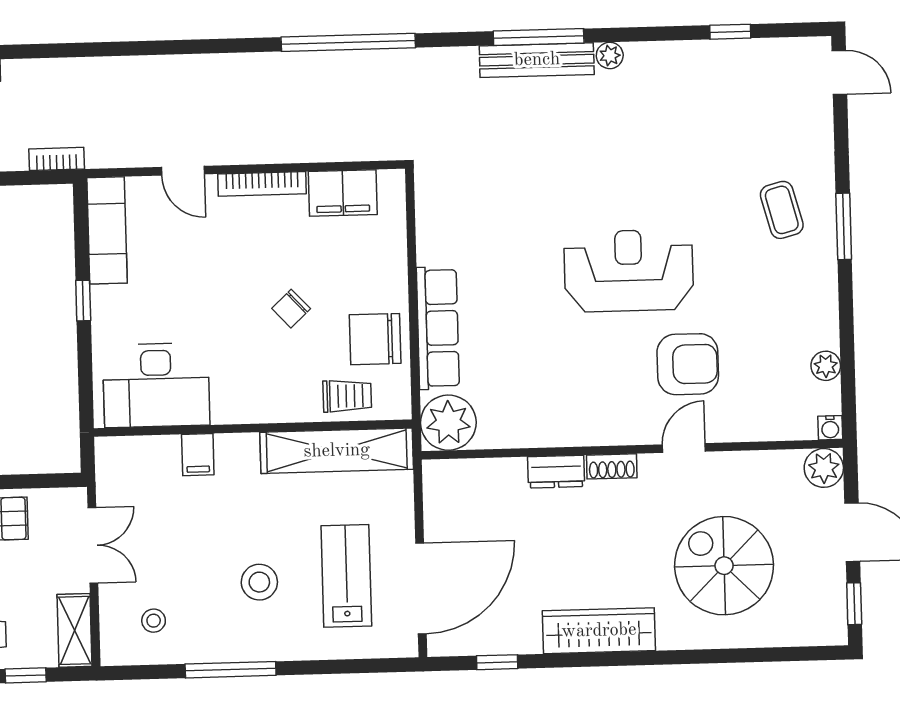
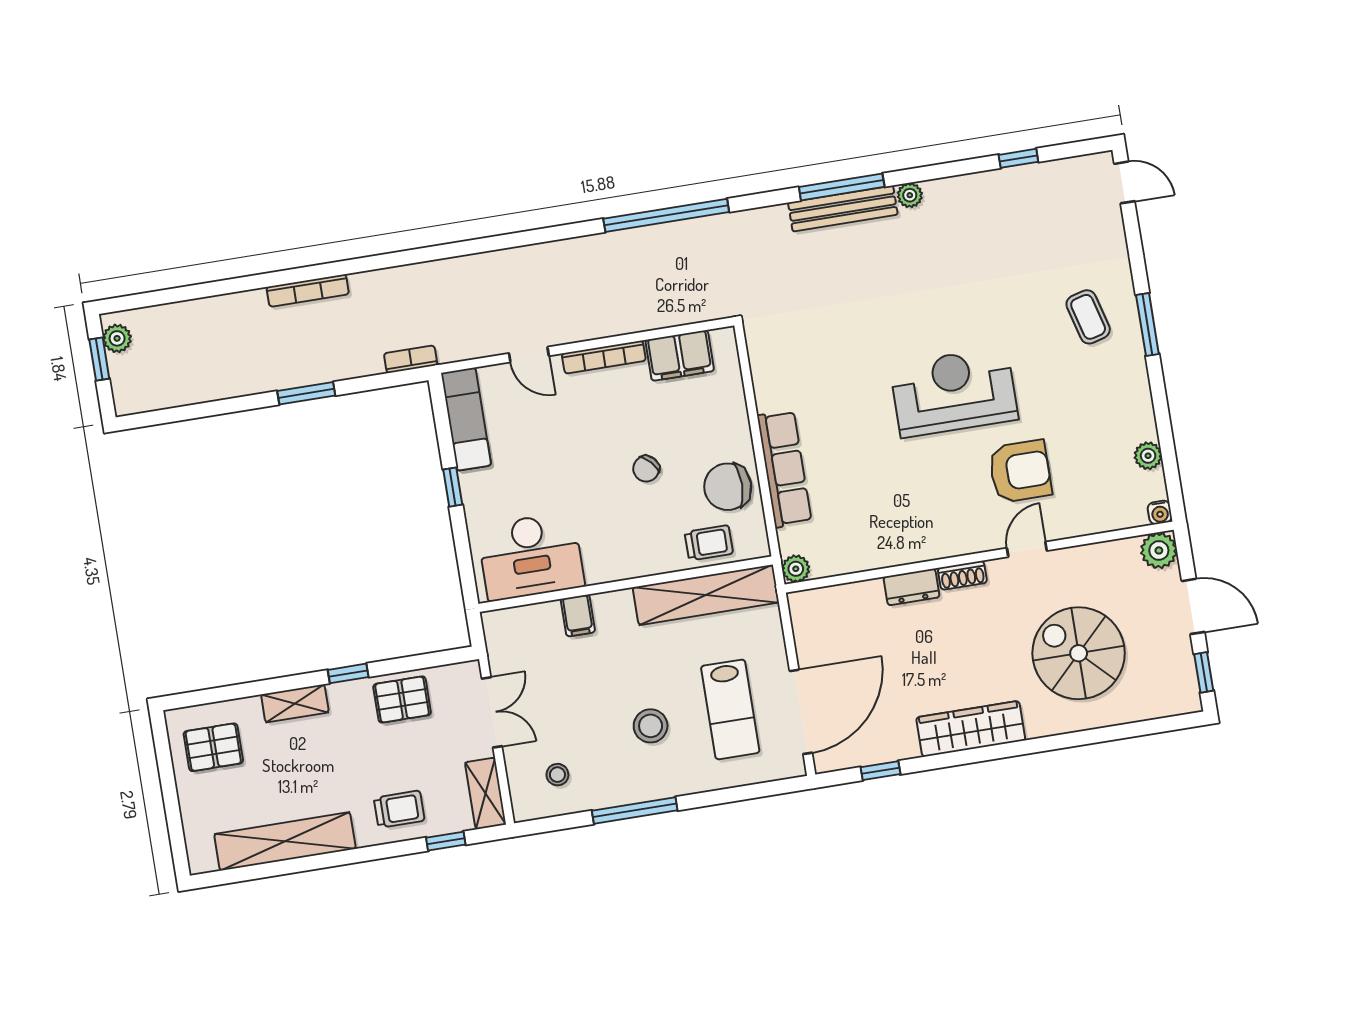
plant: (448, 423) -> (796, 569), width x0.53, depth x0.53
lab bench: (346, 576) -> (730, 709), turned 180

